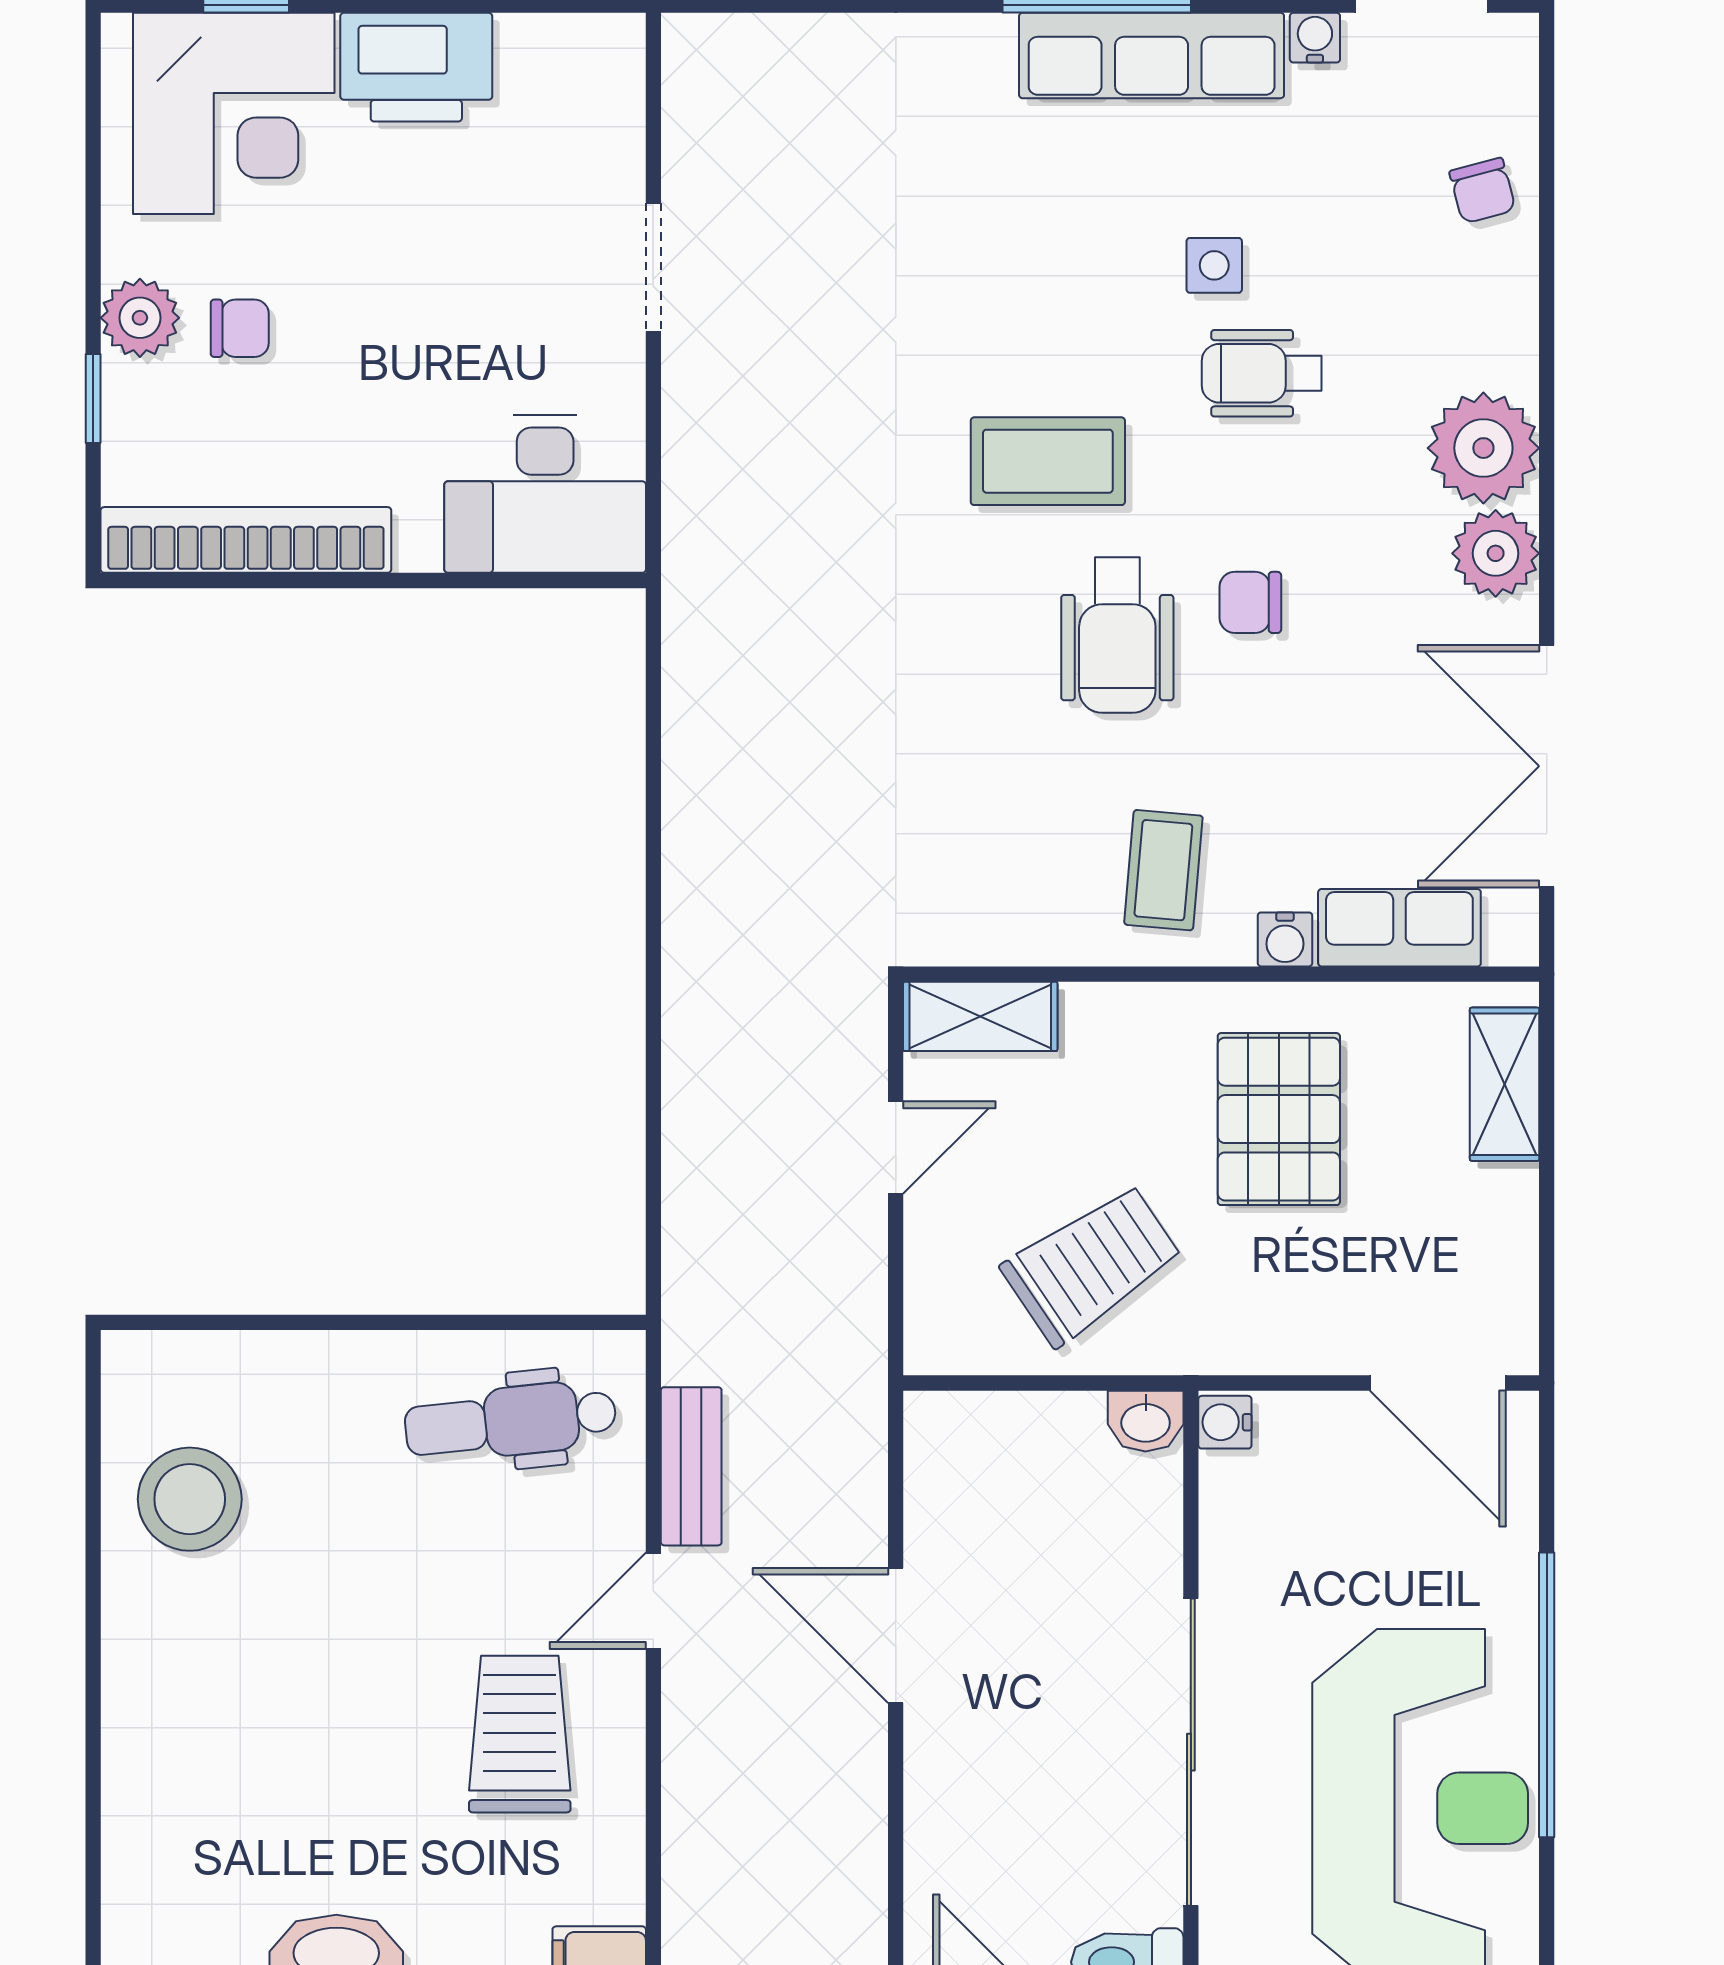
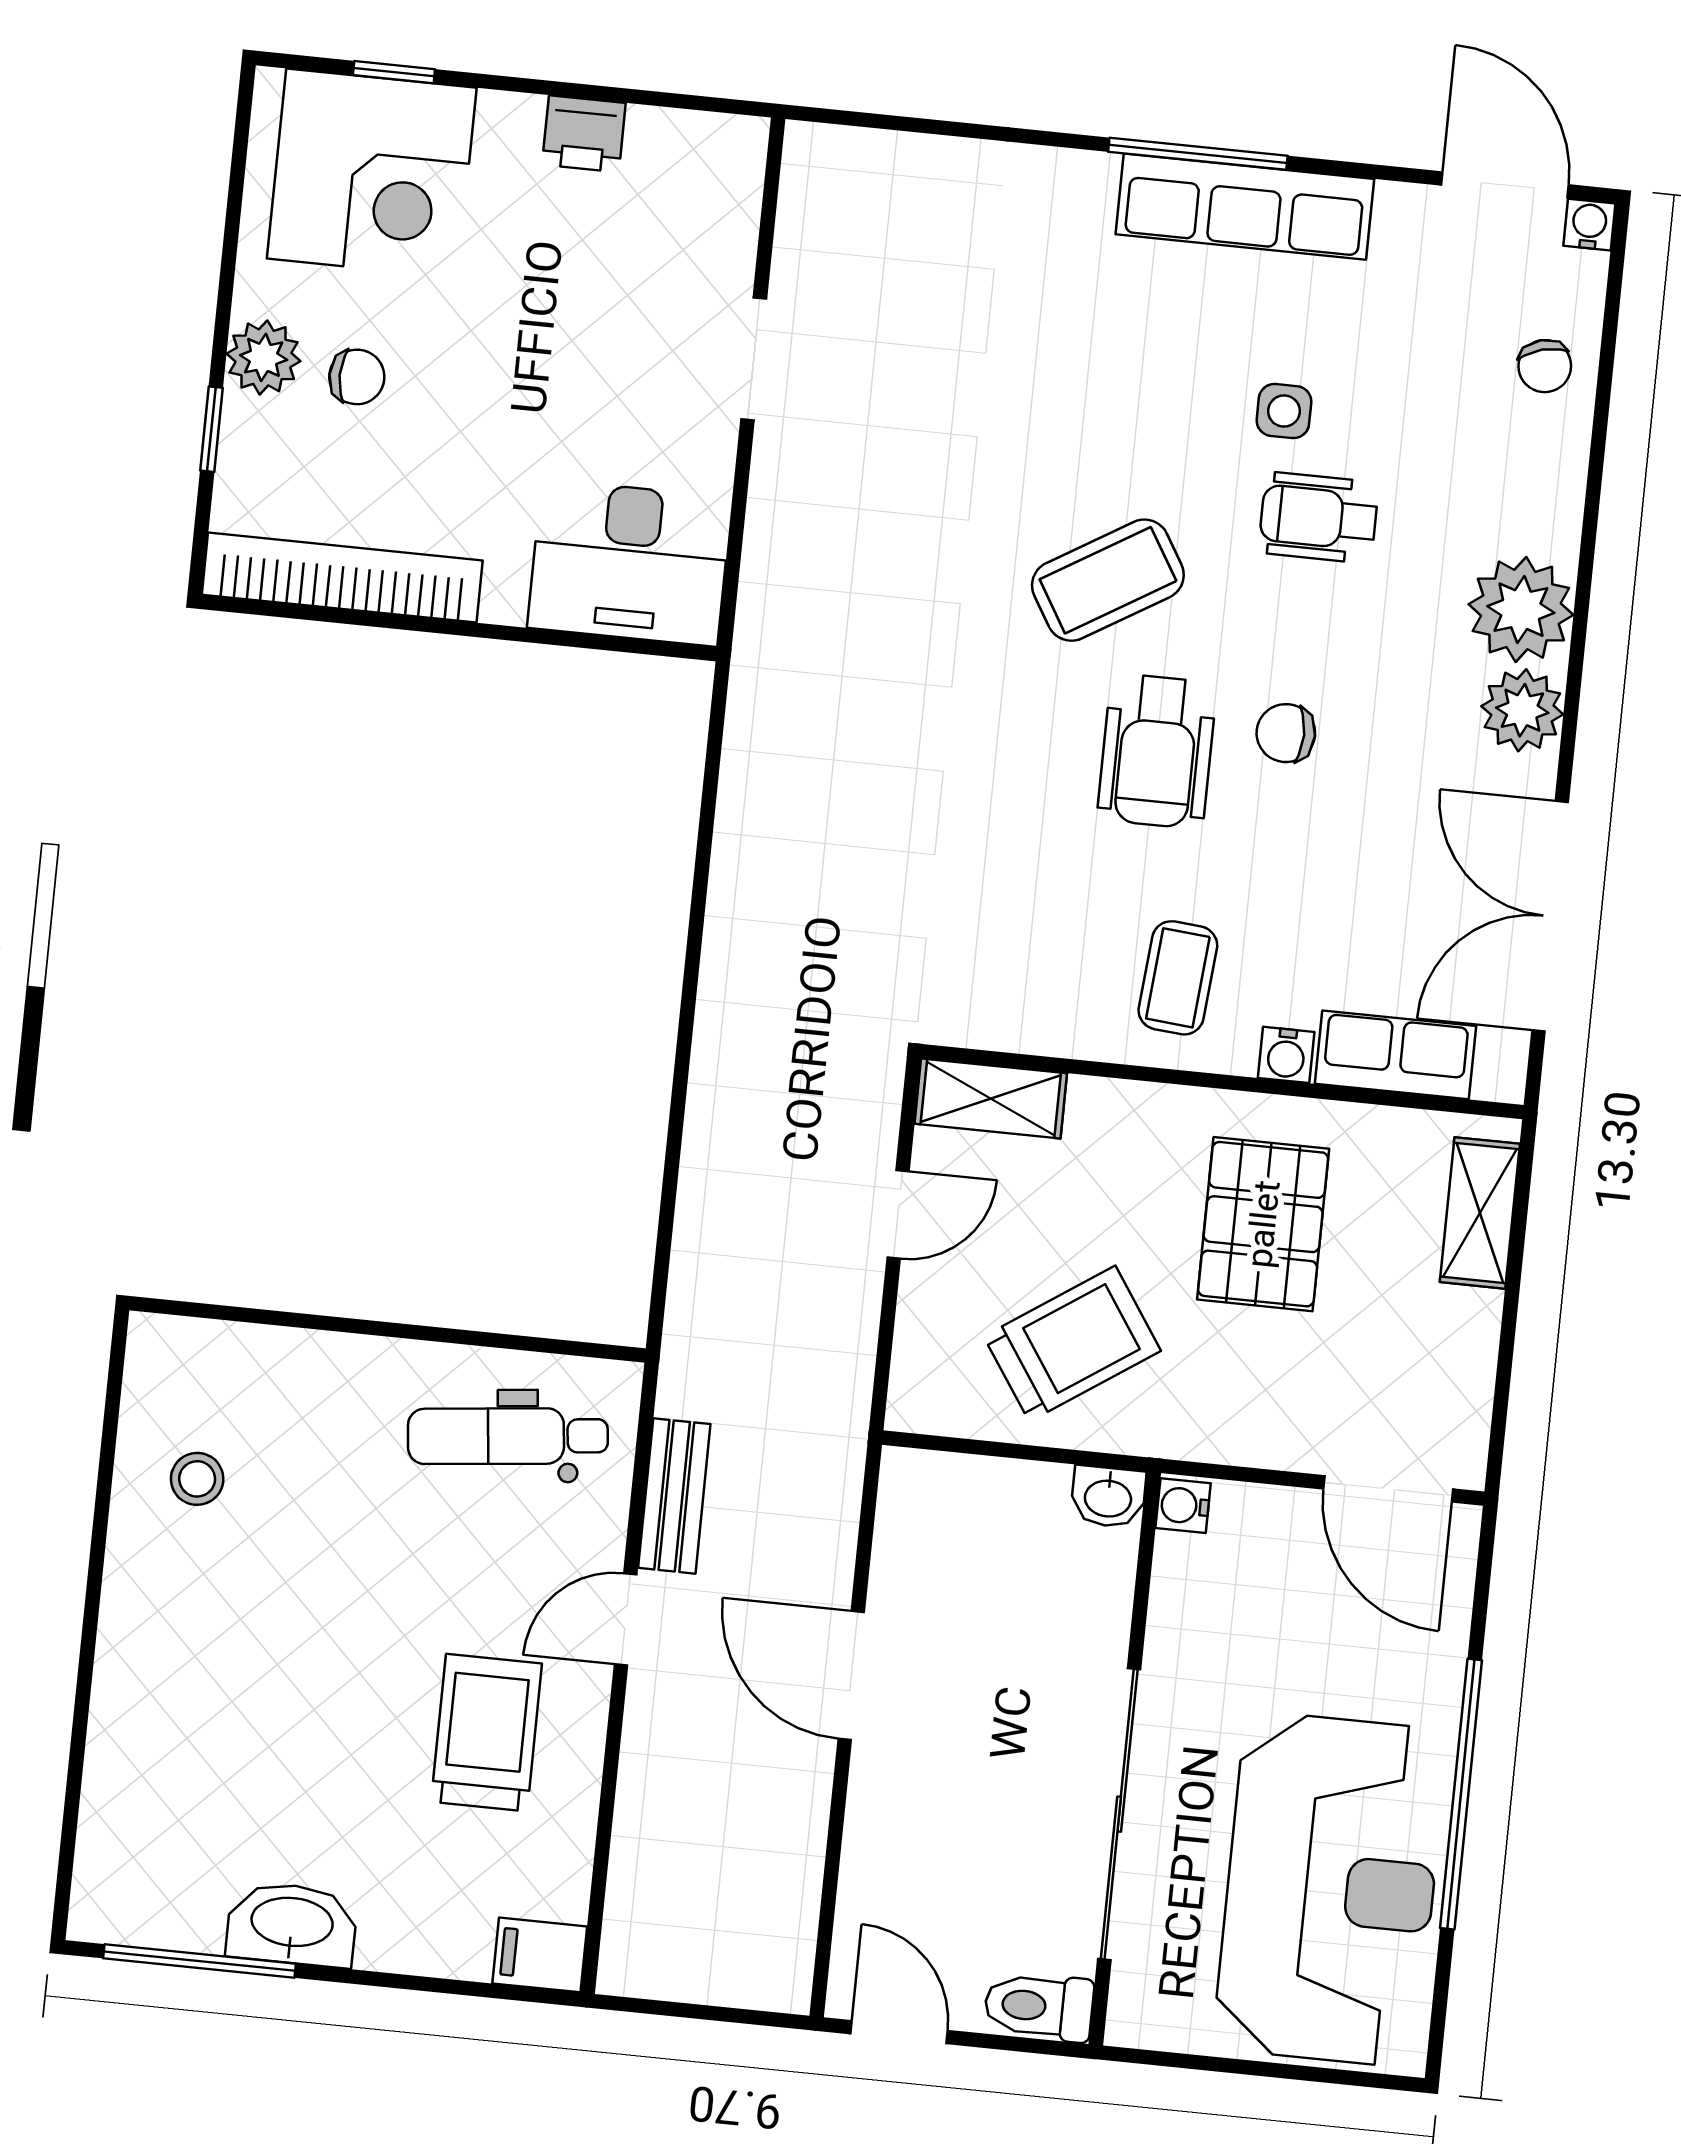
water cooler: (1315, 38) -> (1589, 225), moved
printer: (416, 67) -> (584, 134), width x0.53, depth x0.68
coffee table: (1048, 461) -> (1108, 580), turned -31
stool: (190, 1499) -> (197, 1479), width x0.53, depth x0.53

